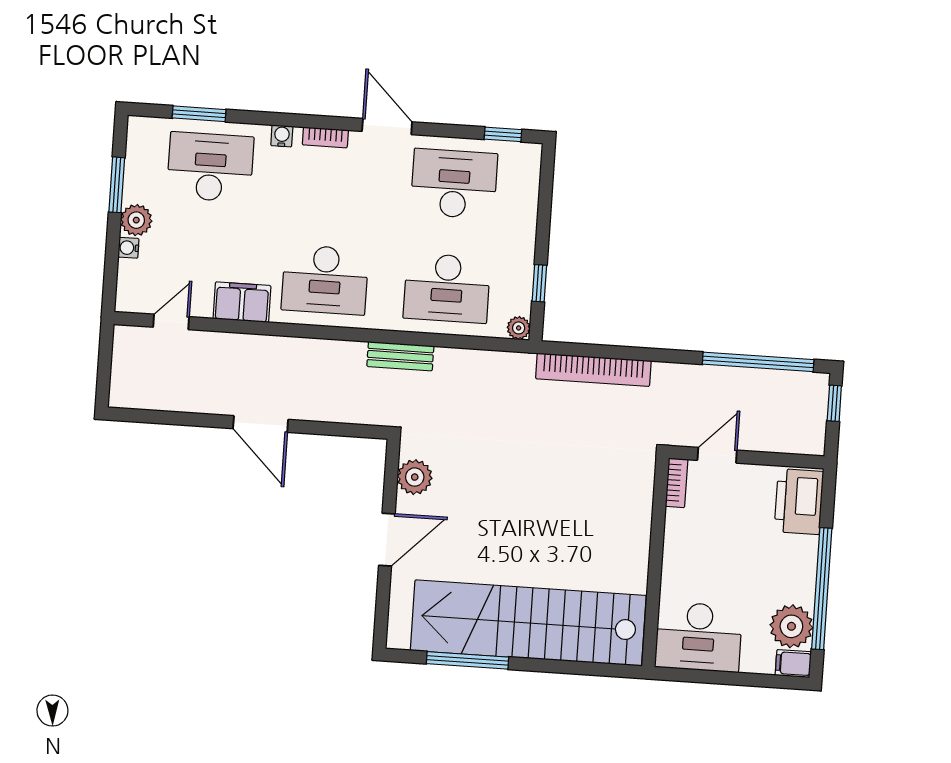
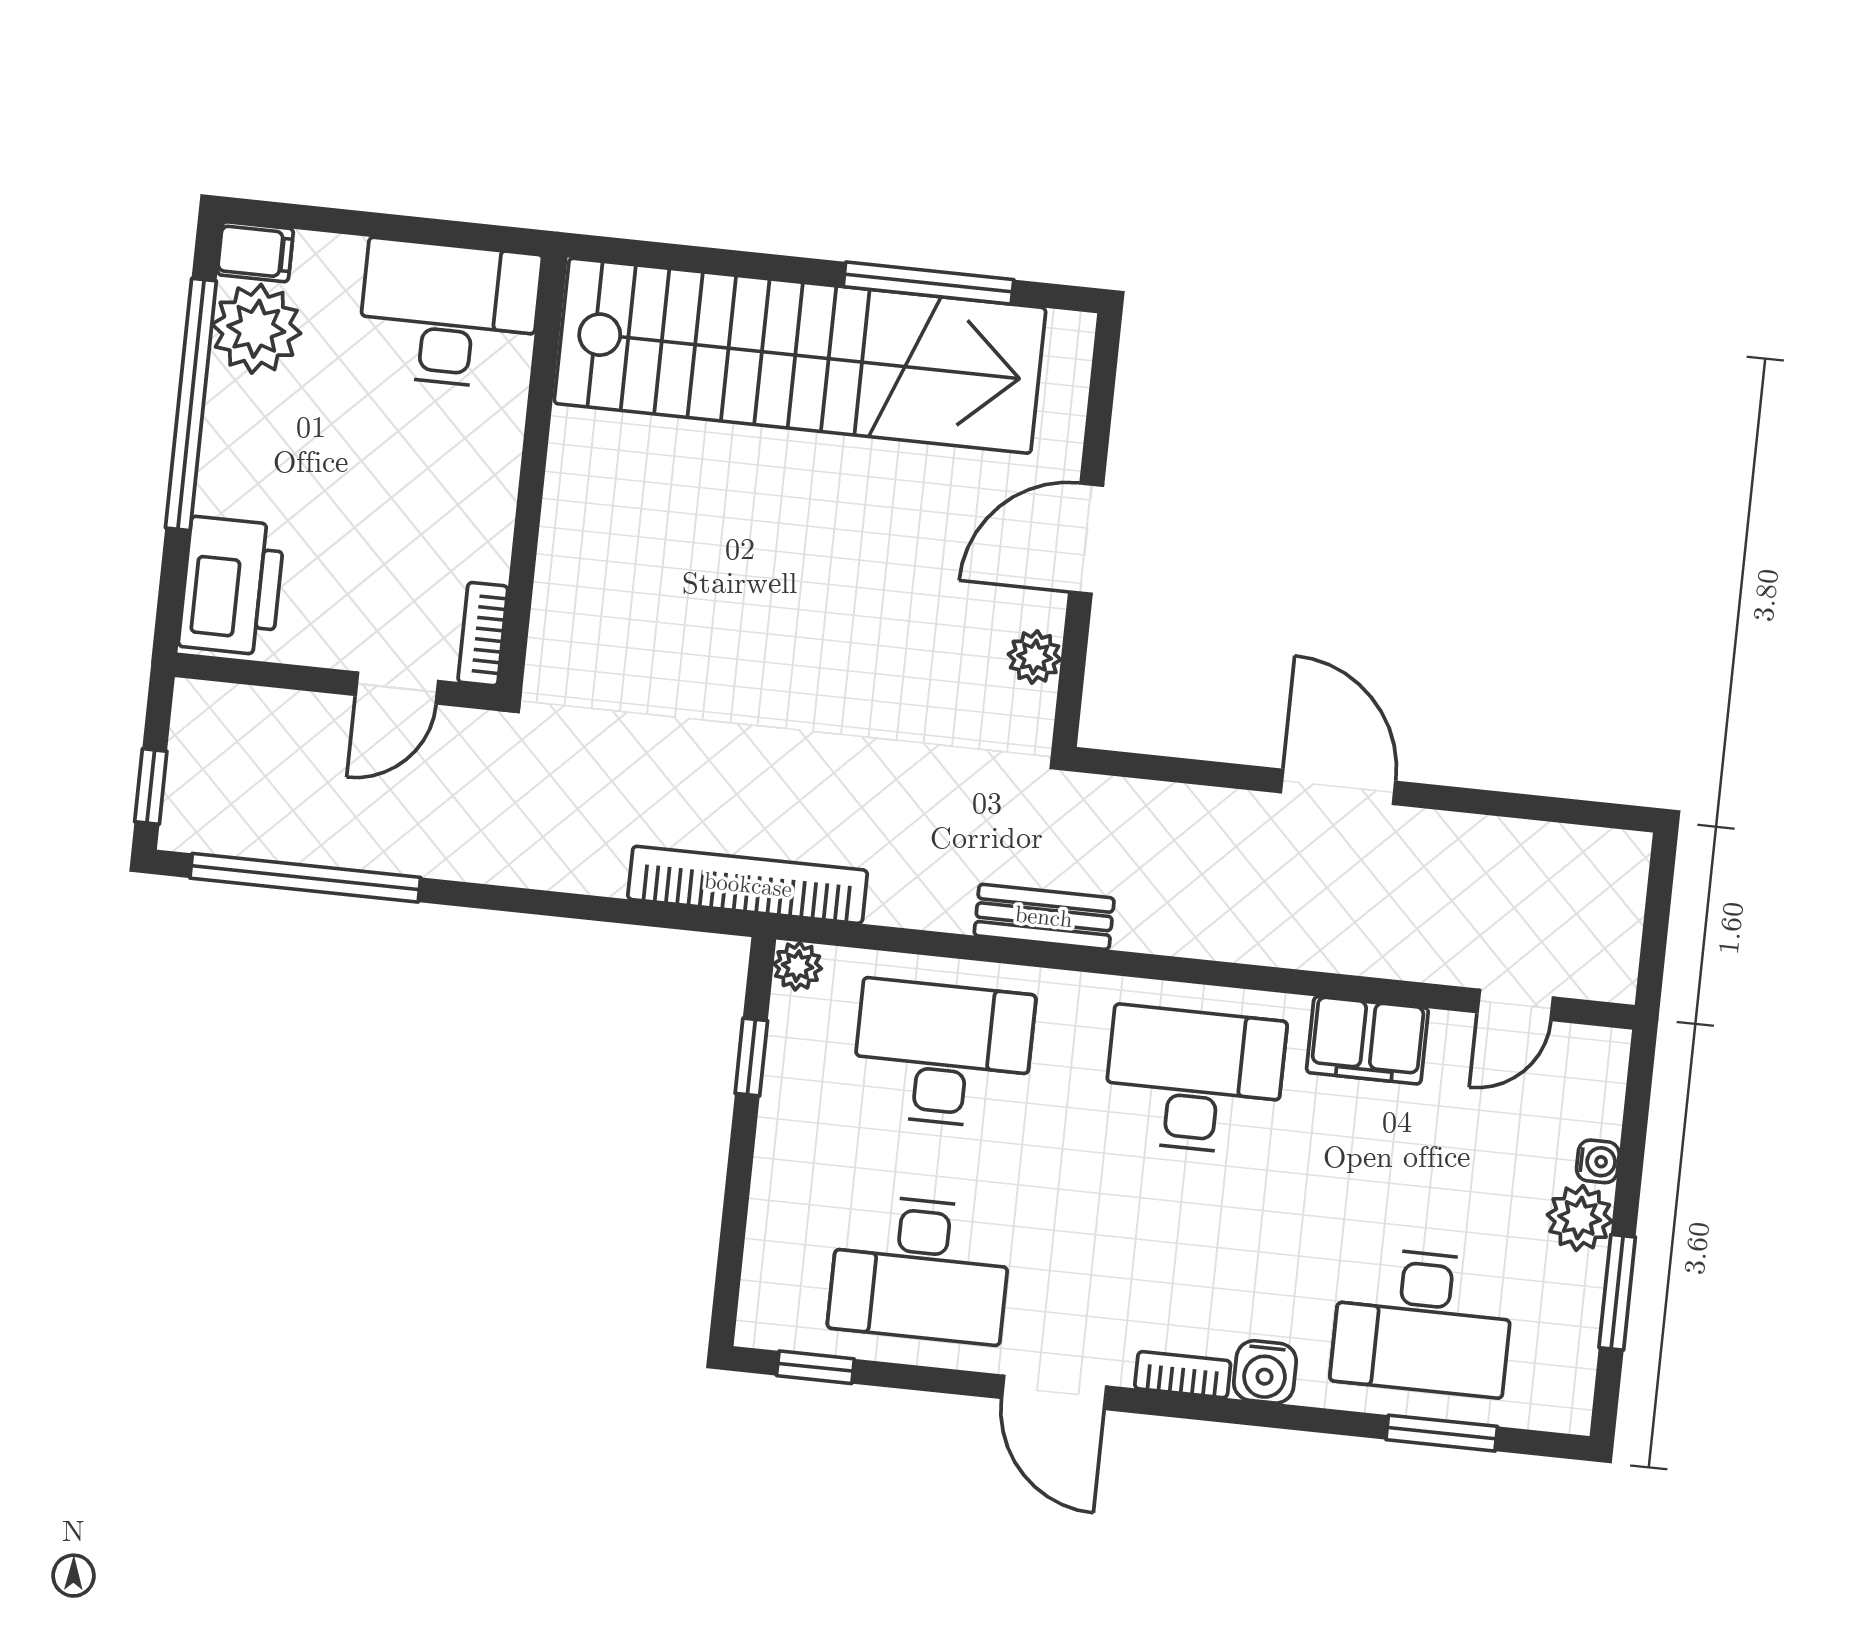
water cooler: (282, 136) -> (1265, 1372), width x1.38, depth x1.38
bookcase: (593, 370) -> (748, 885), moved
plant: (415, 477) -> (1035, 657), width x0.73, depth x0.73

